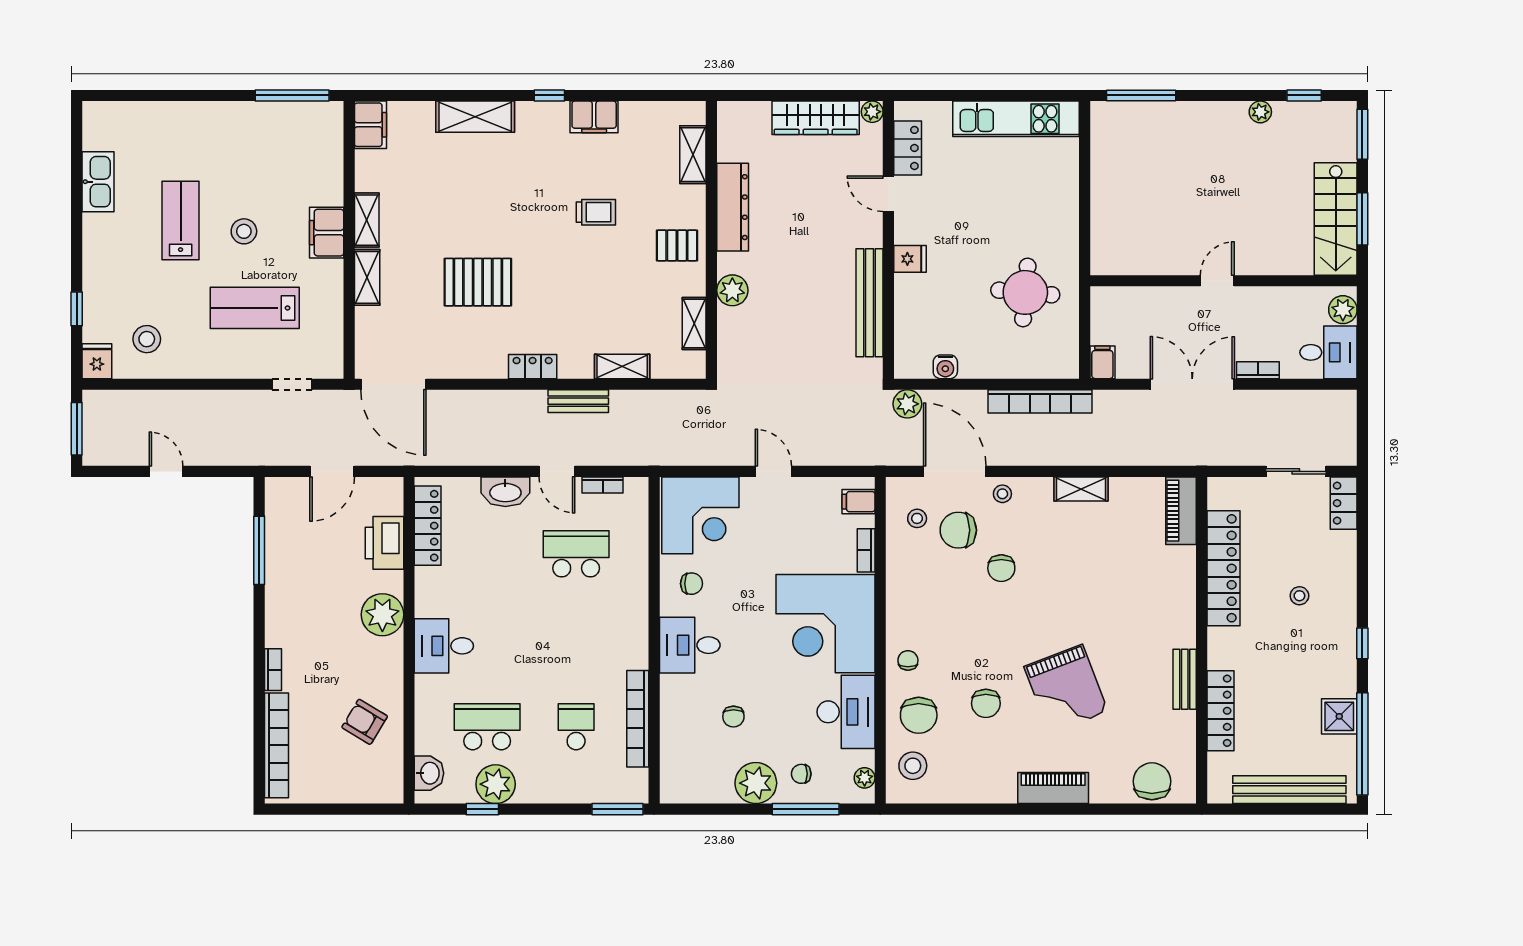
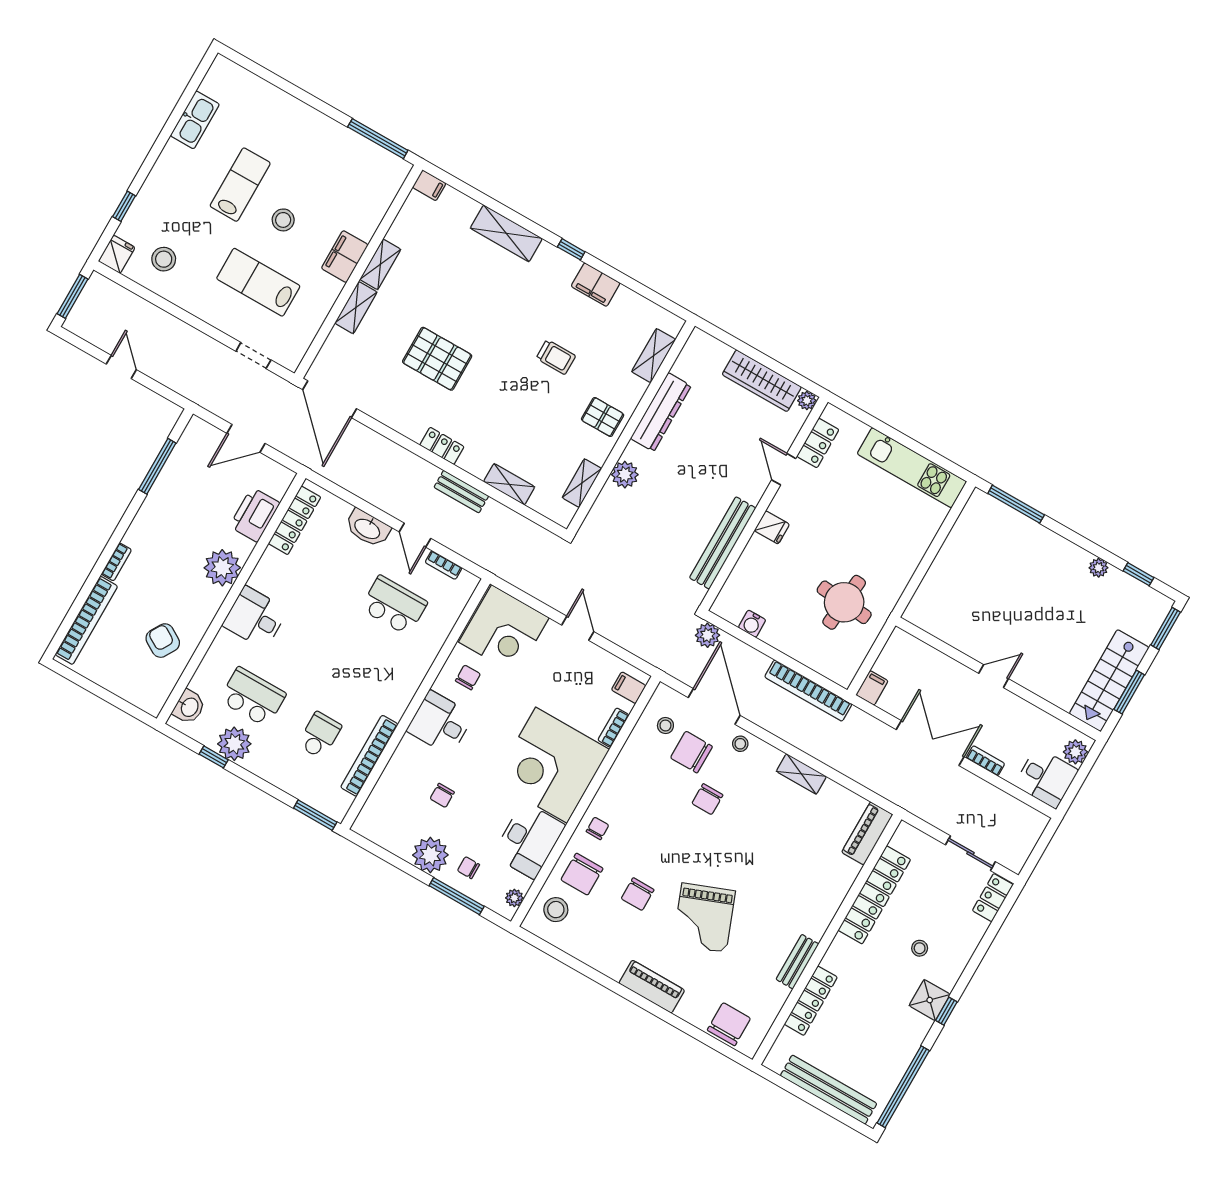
filing cabinet: (370, 125) -> (429, 185), width x0.50
chair: (691, 584) -> (468, 677), turned -90
shower: (1339, 716) -> (930, 1000), moved

